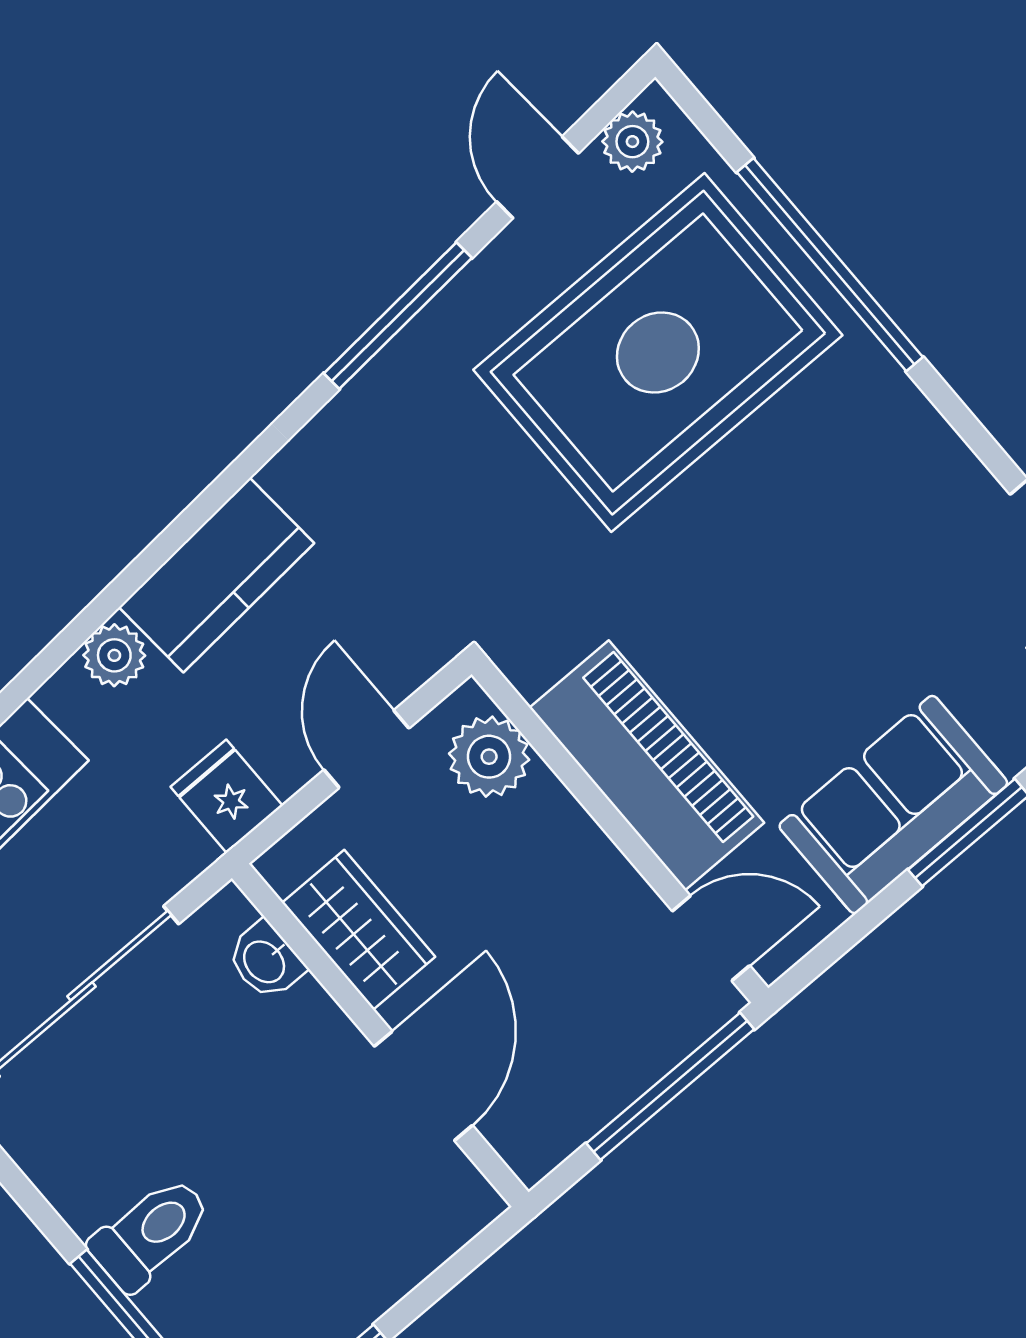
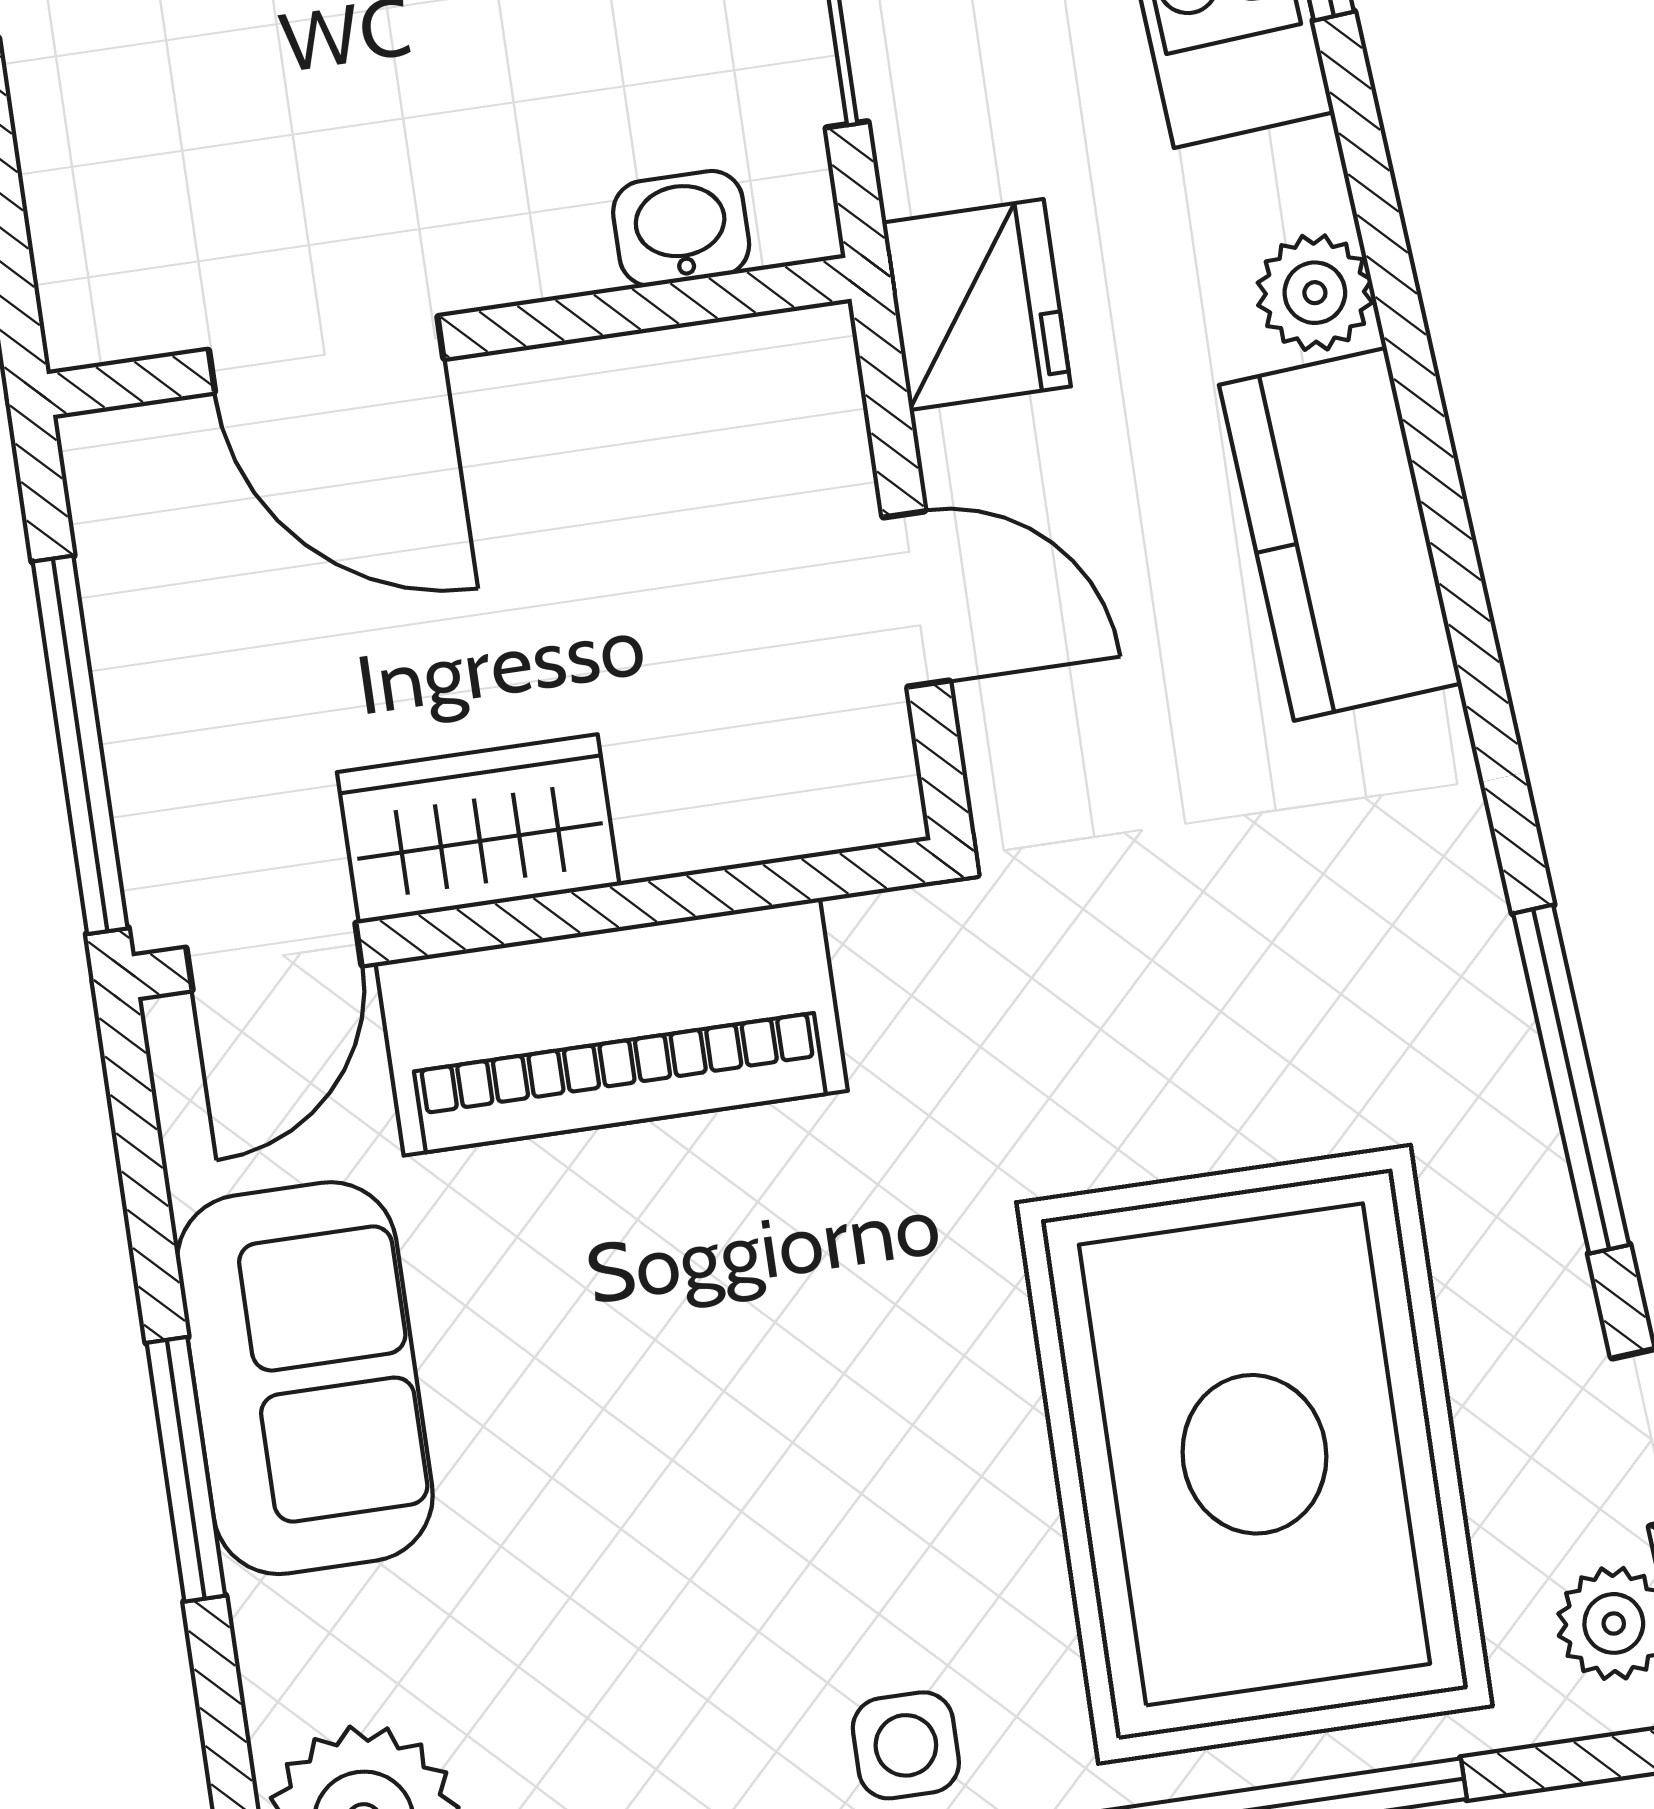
side table: (889, 428) -> (906, 1745), added
plant: (489, 757) -> (782, 785), removed
fridge: (227, 796) -> (976, 304), width x1.38
wardrobe: (359, 930) -> (478, 829), moved, turned 180

